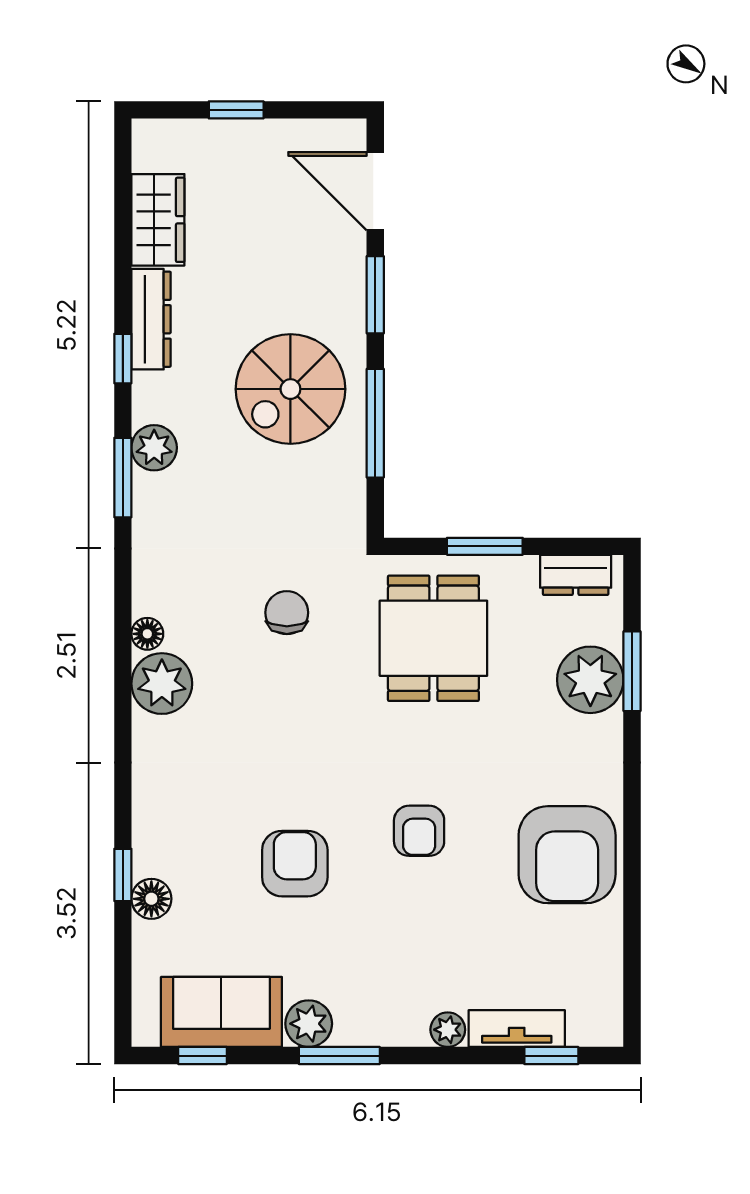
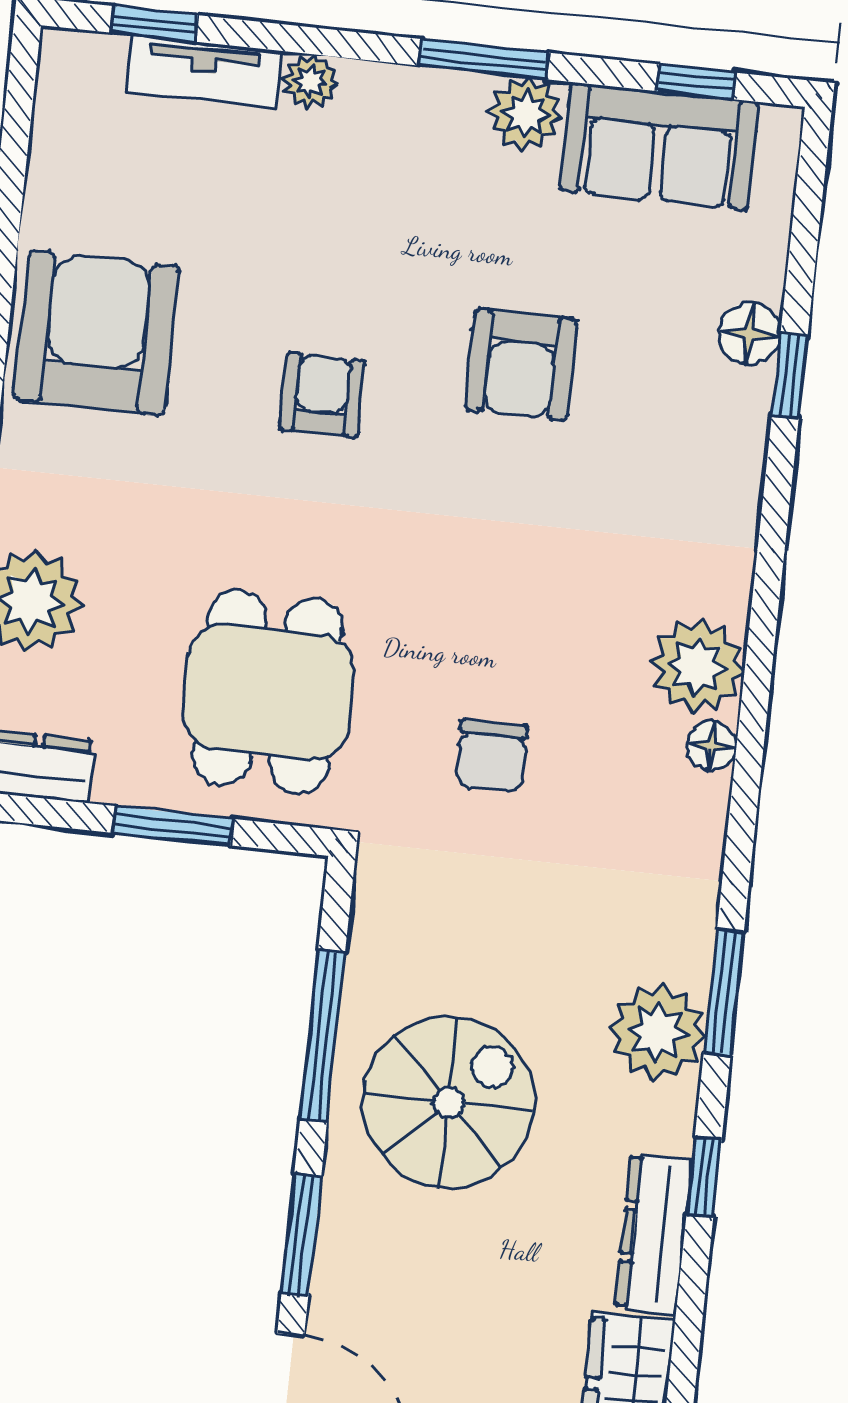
plant: (154, 448) -> (657, 1032), width x1.36, depth x1.36

